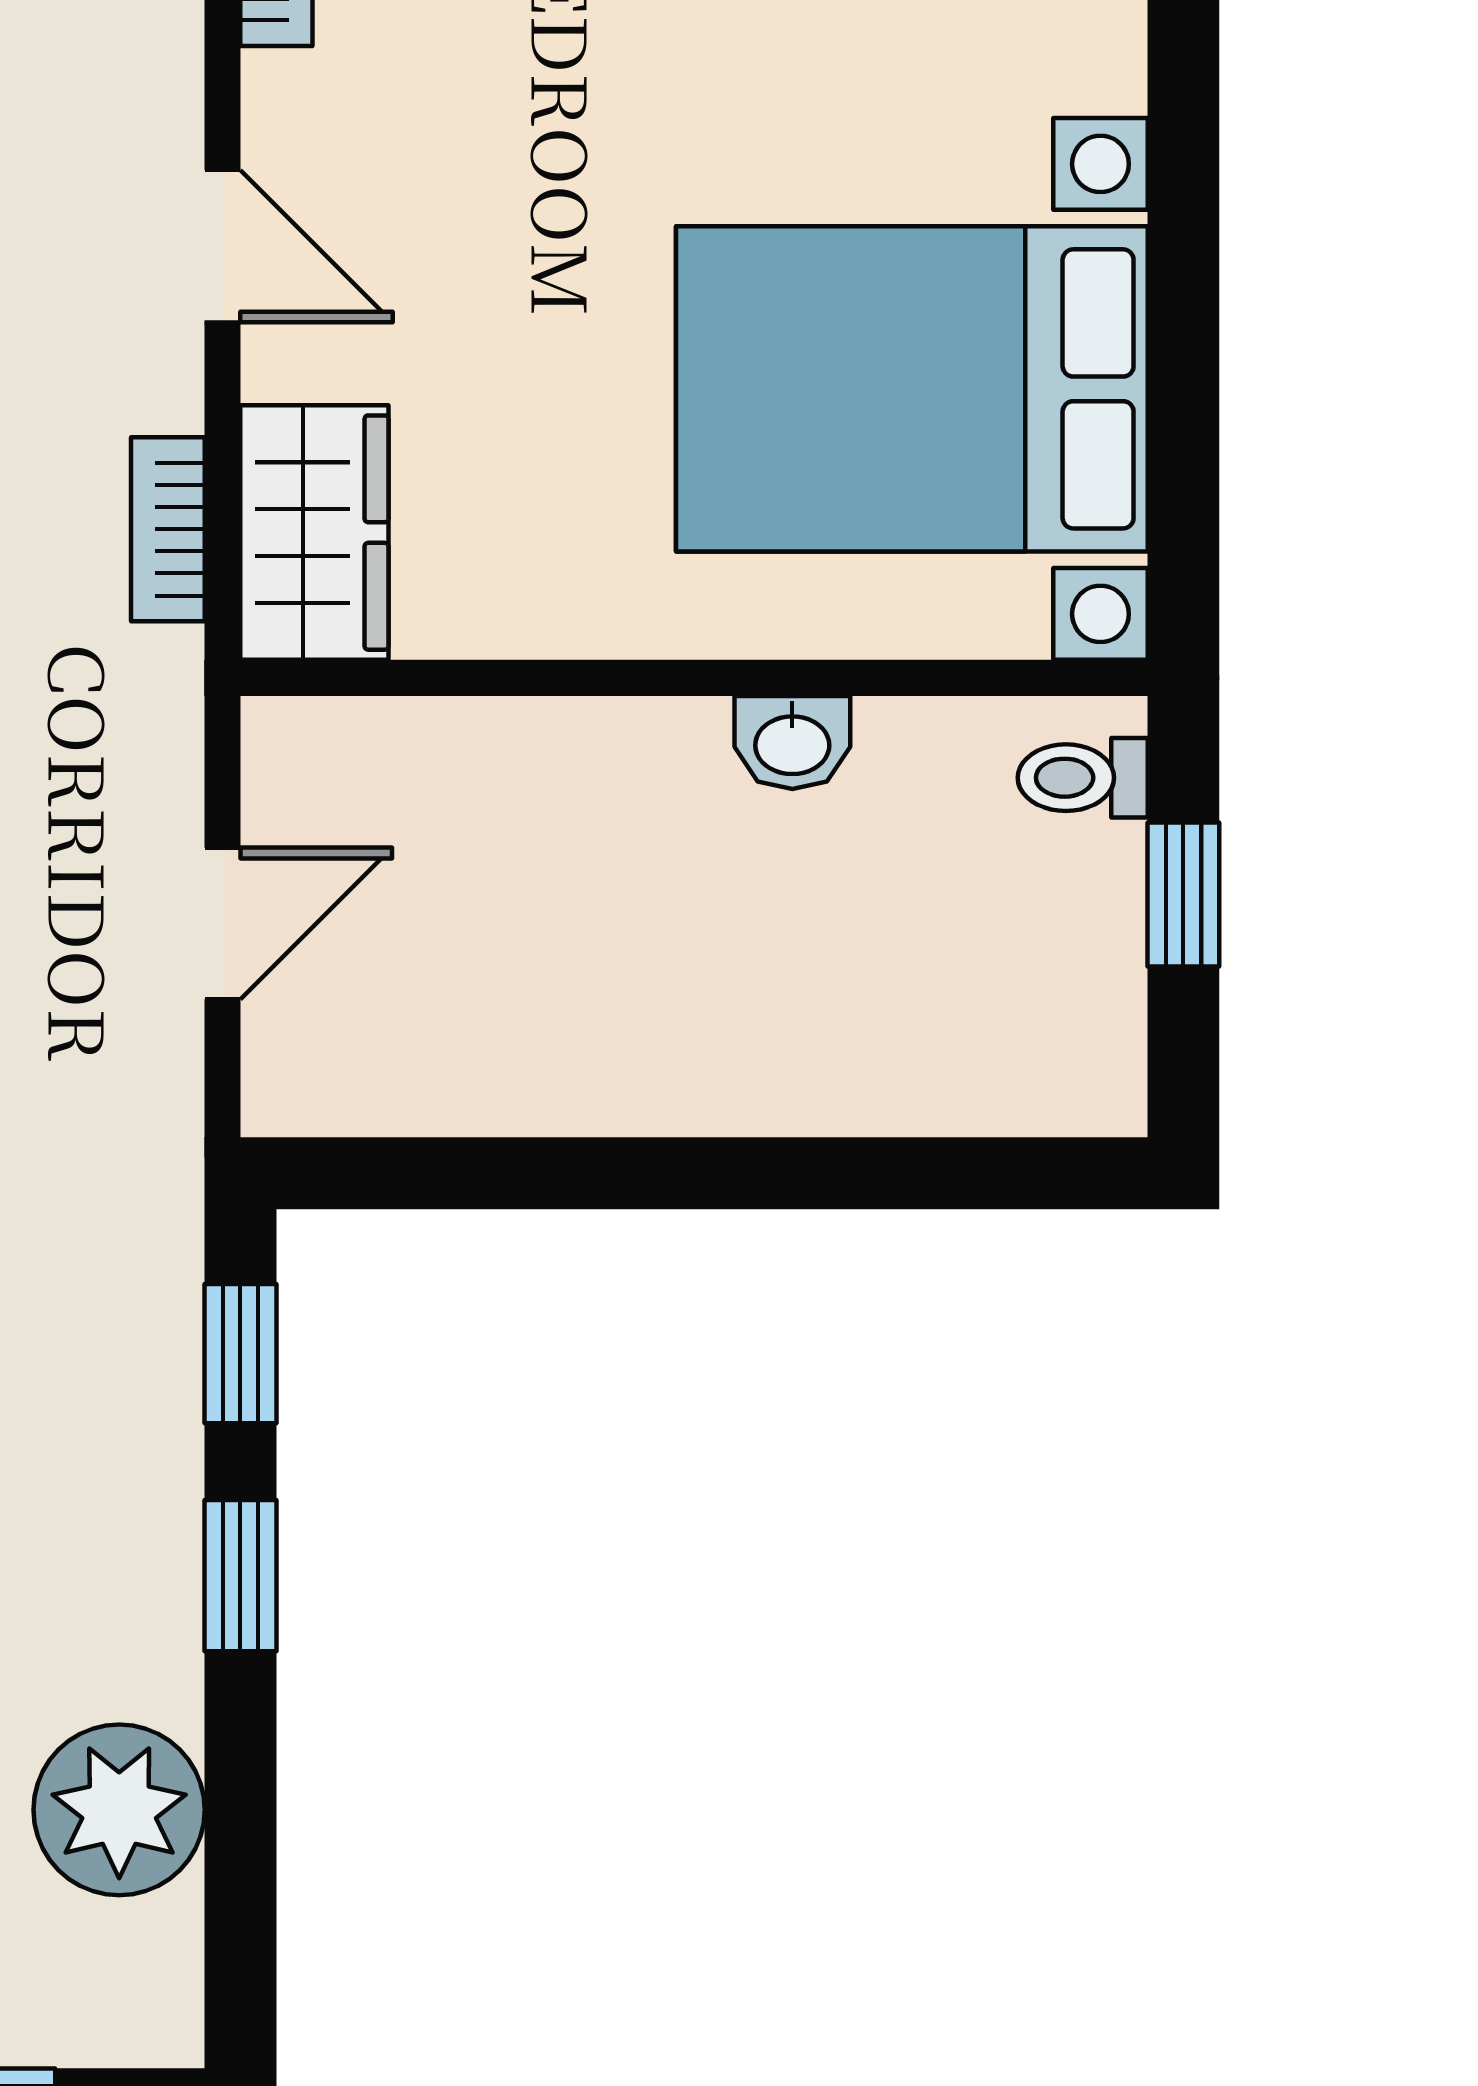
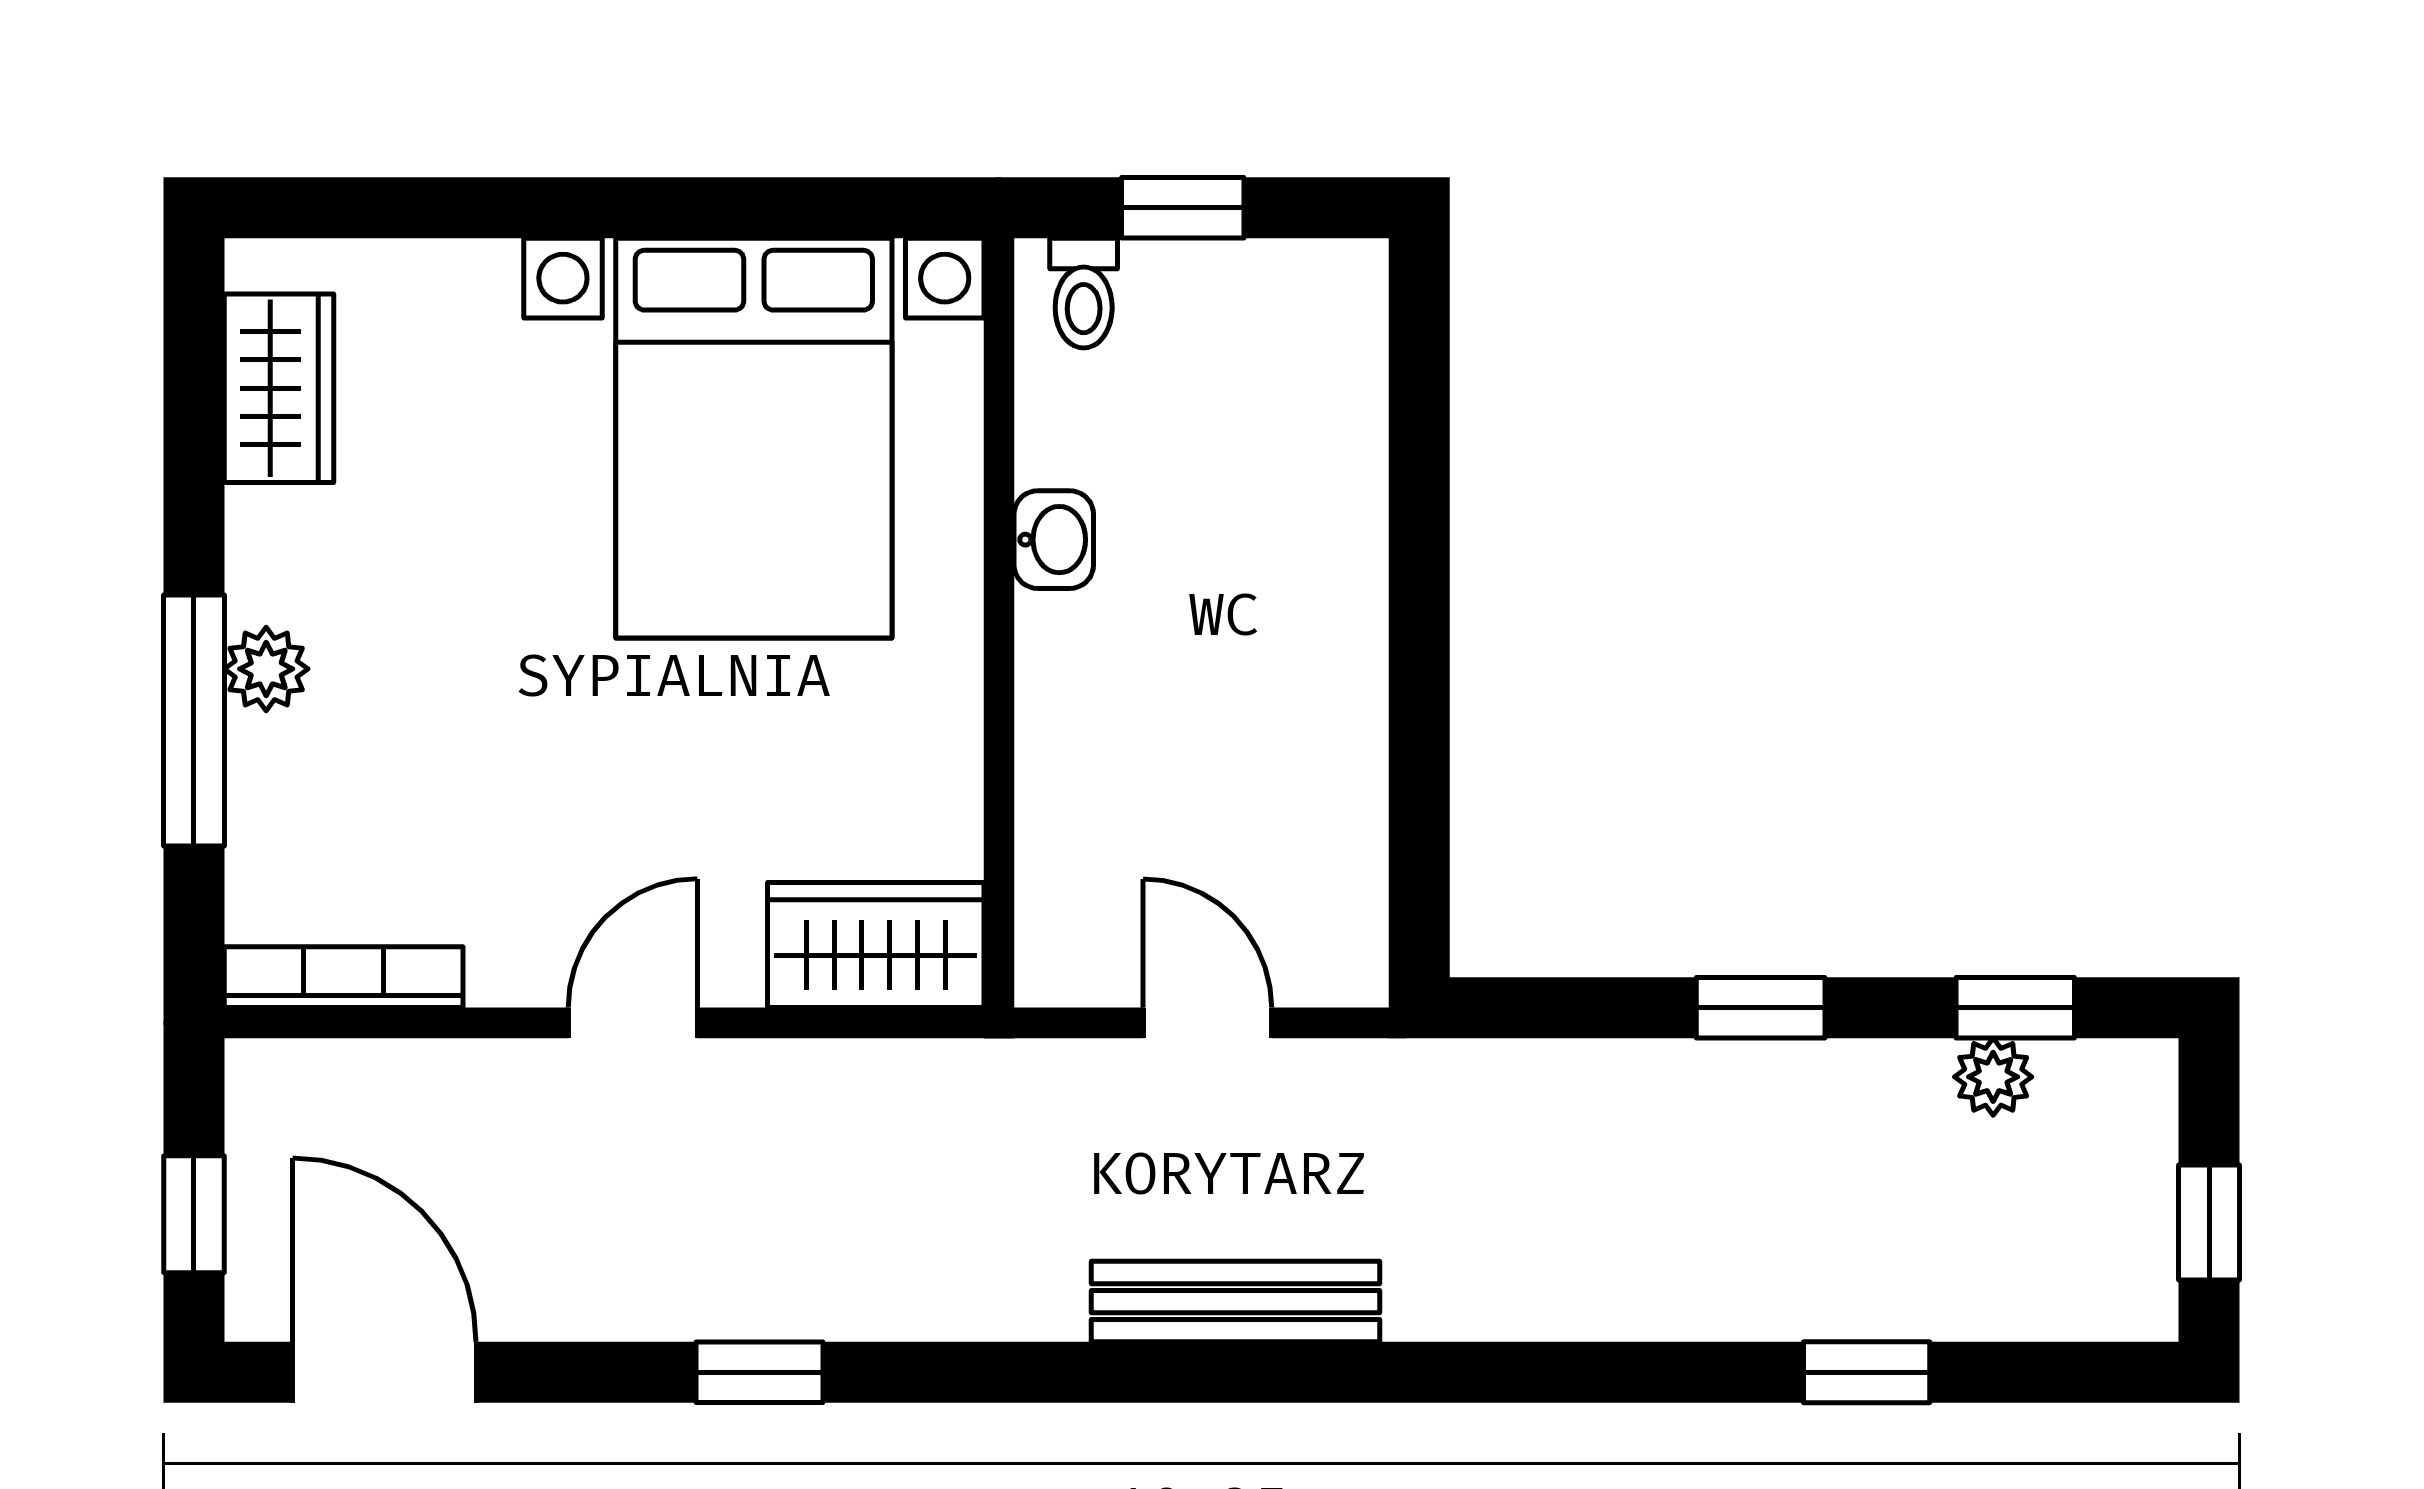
bookcase: (168, 529) -> (873, 1069), removed
window: (240, 1354) -> (2015, 1008), moved
plant: (119, 1810) -> (1993, 1077), width x0.53, depth x0.53

